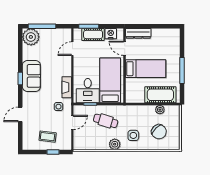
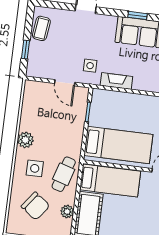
bed: (146, 69) -> (110, 181), moved, turned -90
desk: (88, 91) -> (108, 111), removed
cafe table: (106, 121) -> (64, 174), moved
chair: (159, 132) -> (35, 206), turned -99
coffee table: (48, 137) -> (41, 28), moved

